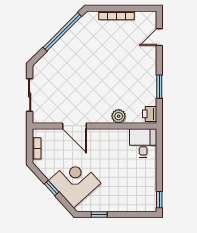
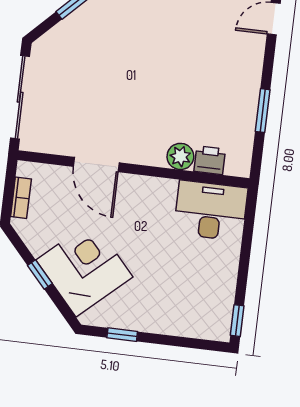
sliding door: (30, 95) -> (20, 97), width x1.37
printer: (150, 114) -> (210, 160), moved, turned 90
desk: (143, 143) -> (211, 211), width x1.37

